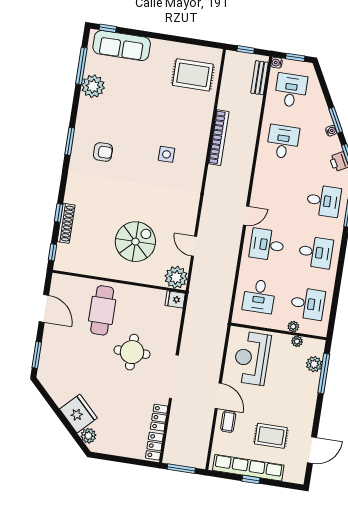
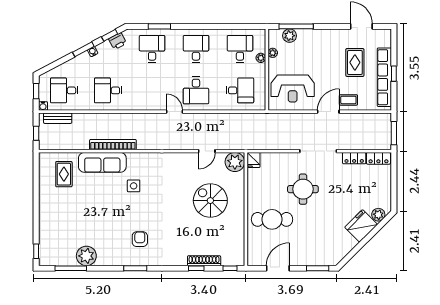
sofa: (122, 46) -> (102, 162), moved, turned 90
rug: (193, 75) -> (64, 174), width x0.73, depth x0.70

